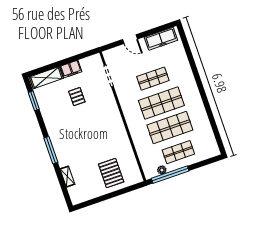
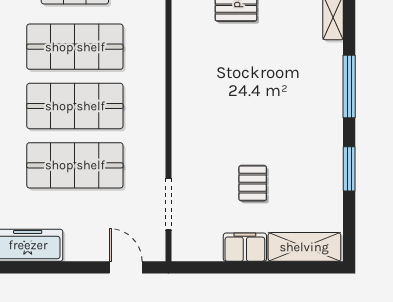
door: (130, 39) -> (126, 267), moved
shop shelf: (153, 79) -> (75, 165), width x1.43, depth x1.36
window: (34, 101) -> (349, 169), moved

